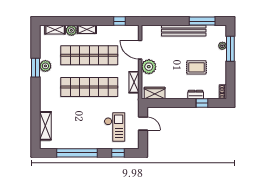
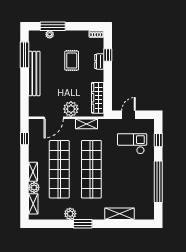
window: (36, 68) -> (83, 224), moved
wardrobe: (155, 93) -> (98, 98), width x1.50
shelving: (45, 126) -> (119, 214), moved

